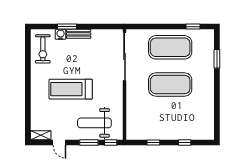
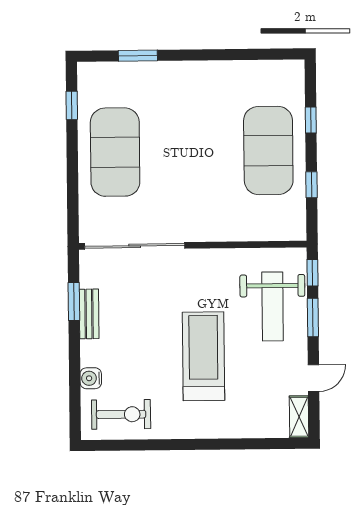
window: (67, 27) -> (74, 301), moved
bench: (79, 34) -> (89, 314), moved
exercise mat: (170, 84) -> (268, 150), moved
treadmill: (71, 89) -> (203, 356), turned 180

